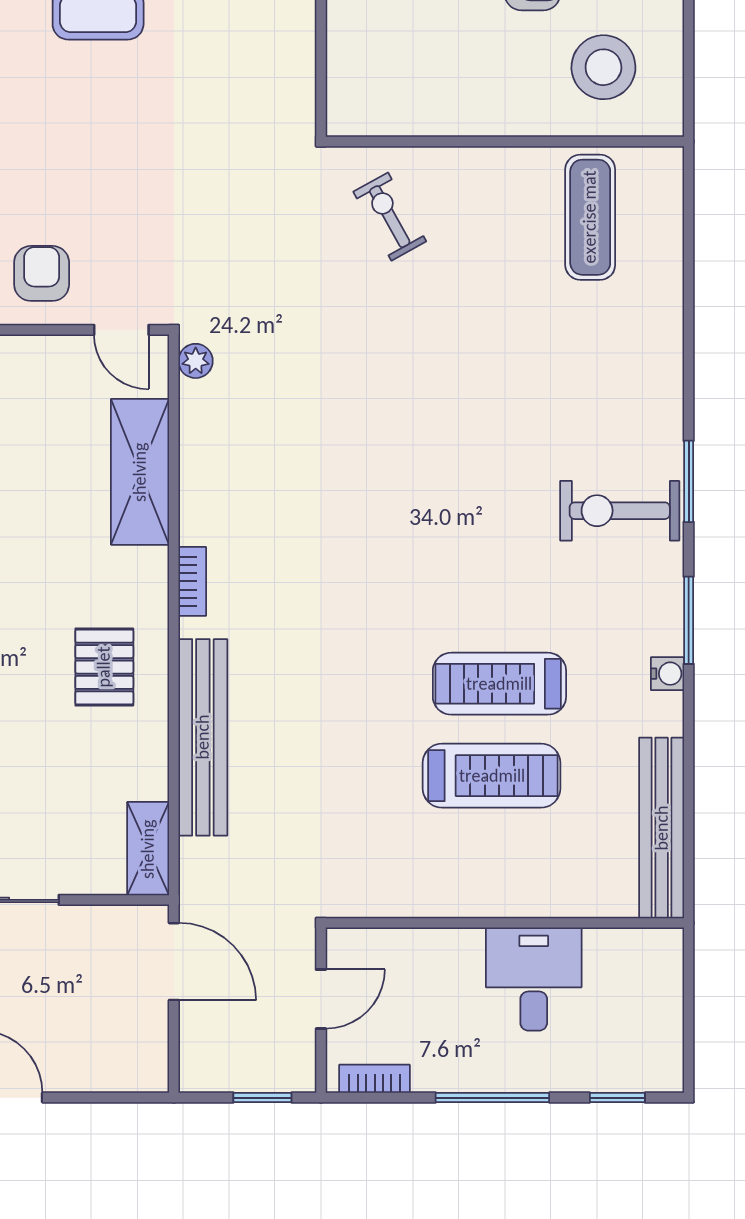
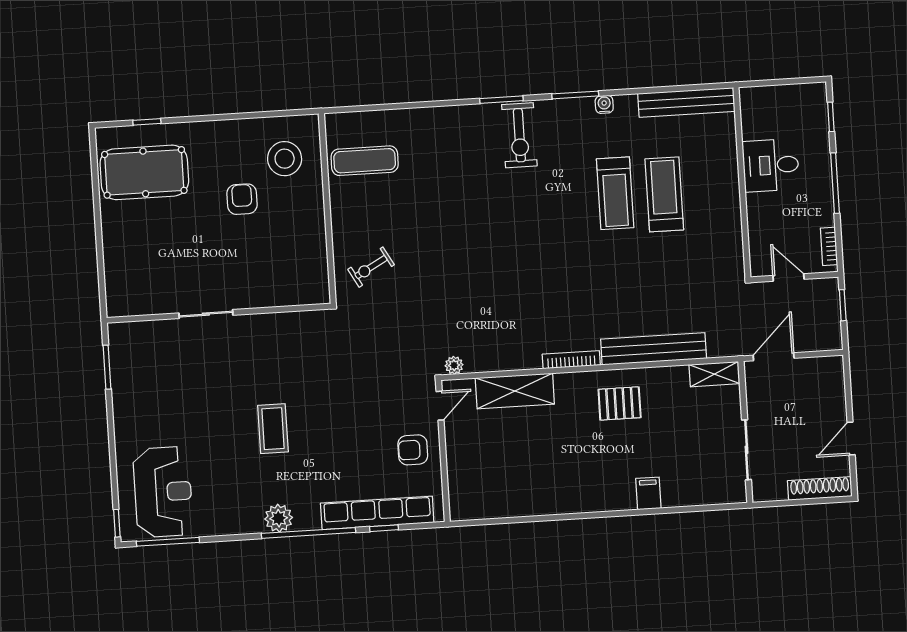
bookcase: (192, 581) -> (571, 360), width x1.56

